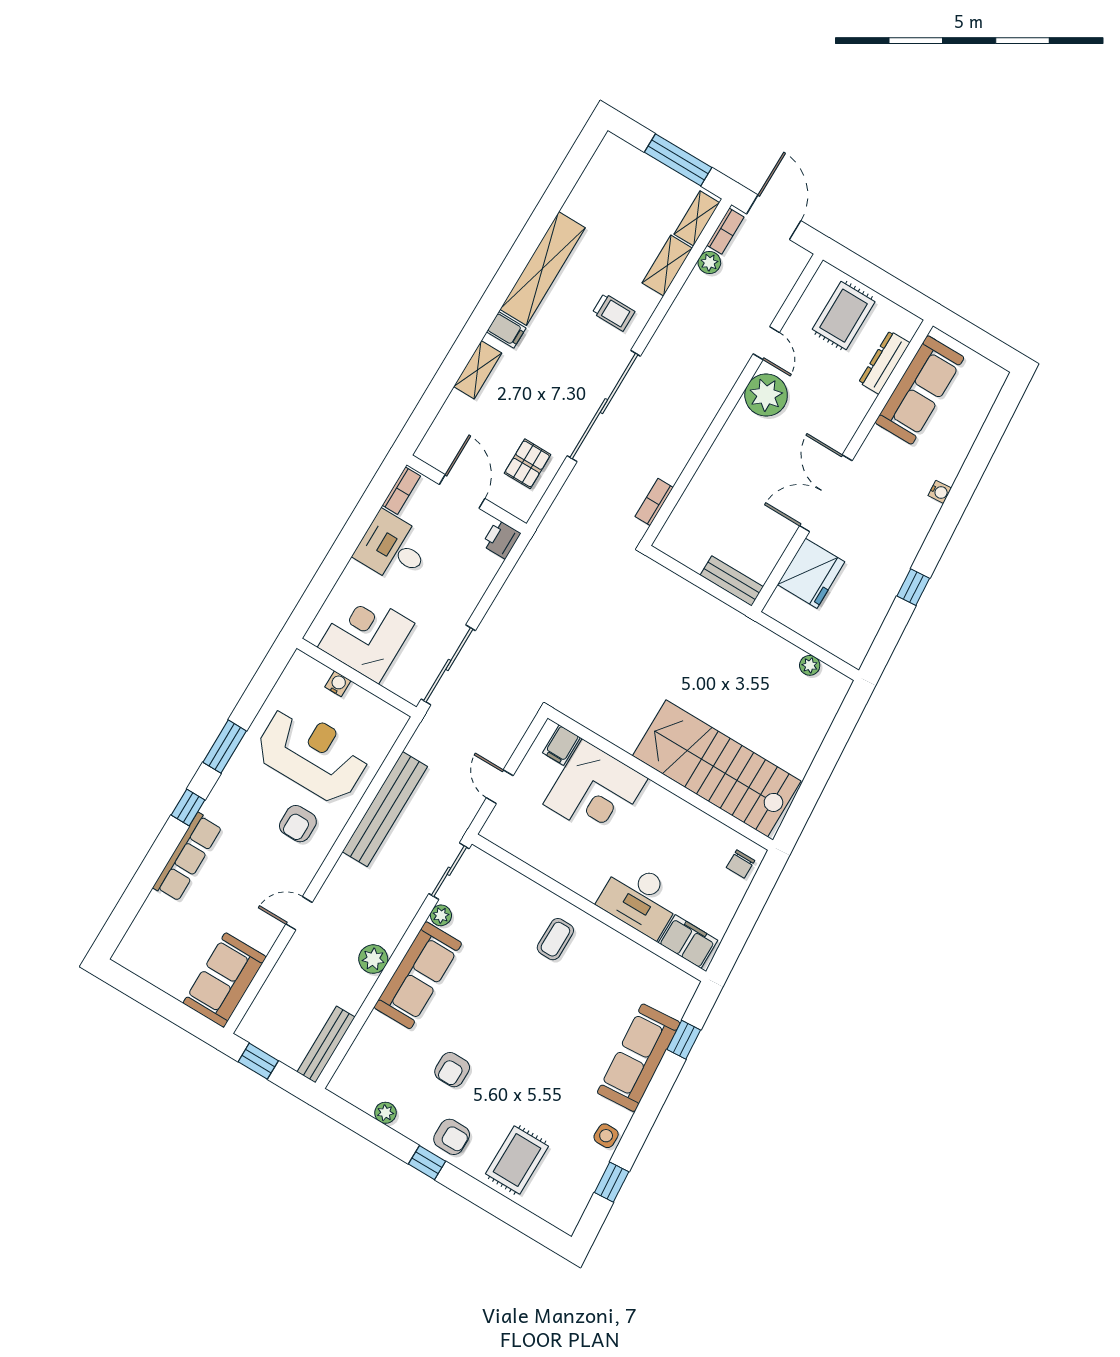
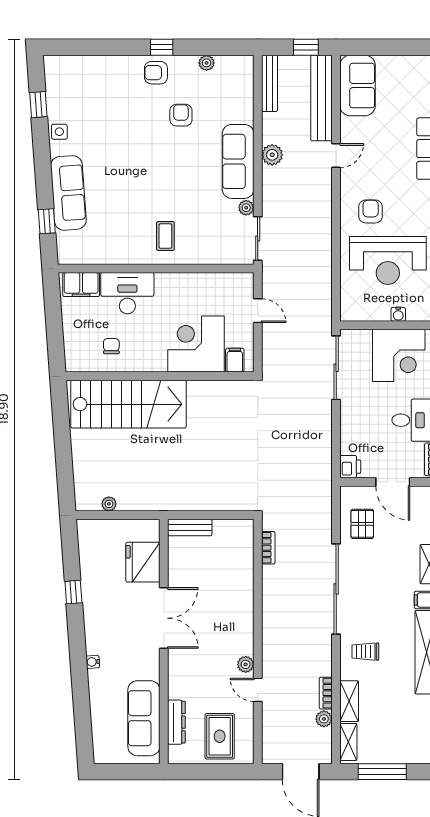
bookcase: (725, 231) -> (326, 693), moved
plant: (766, 395) -> (246, 664), width x0.53, depth x0.53
bench: (385, 809) -> (321, 98), moved
chair: (740, 864) -> (111, 346), moved
rug: (517, 1160) -> (106, 83), removed

